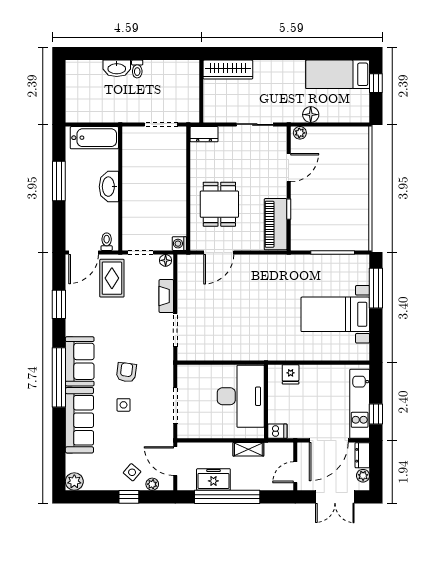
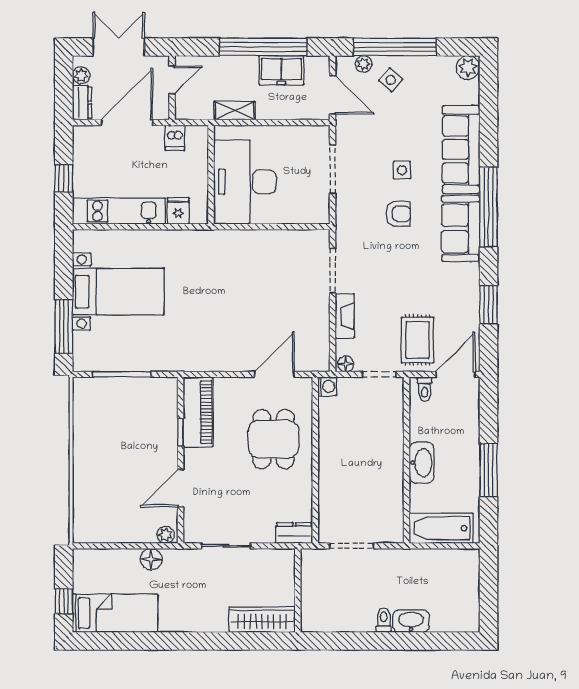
armchair: (126, 372) -> (398, 214), turned -97
kitchen unit: (360, 404) -> (119, 211), moved, turned -90
window: (376, 414) -> (64, 179), moved
dishwasher: (277, 431) -> (175, 138), moved, turned -90
window: (129, 497) -> (395, 47), width x3.17

